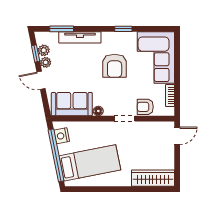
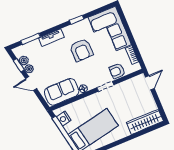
tv unit: (80, 37) -> (51, 38), width x0.71

